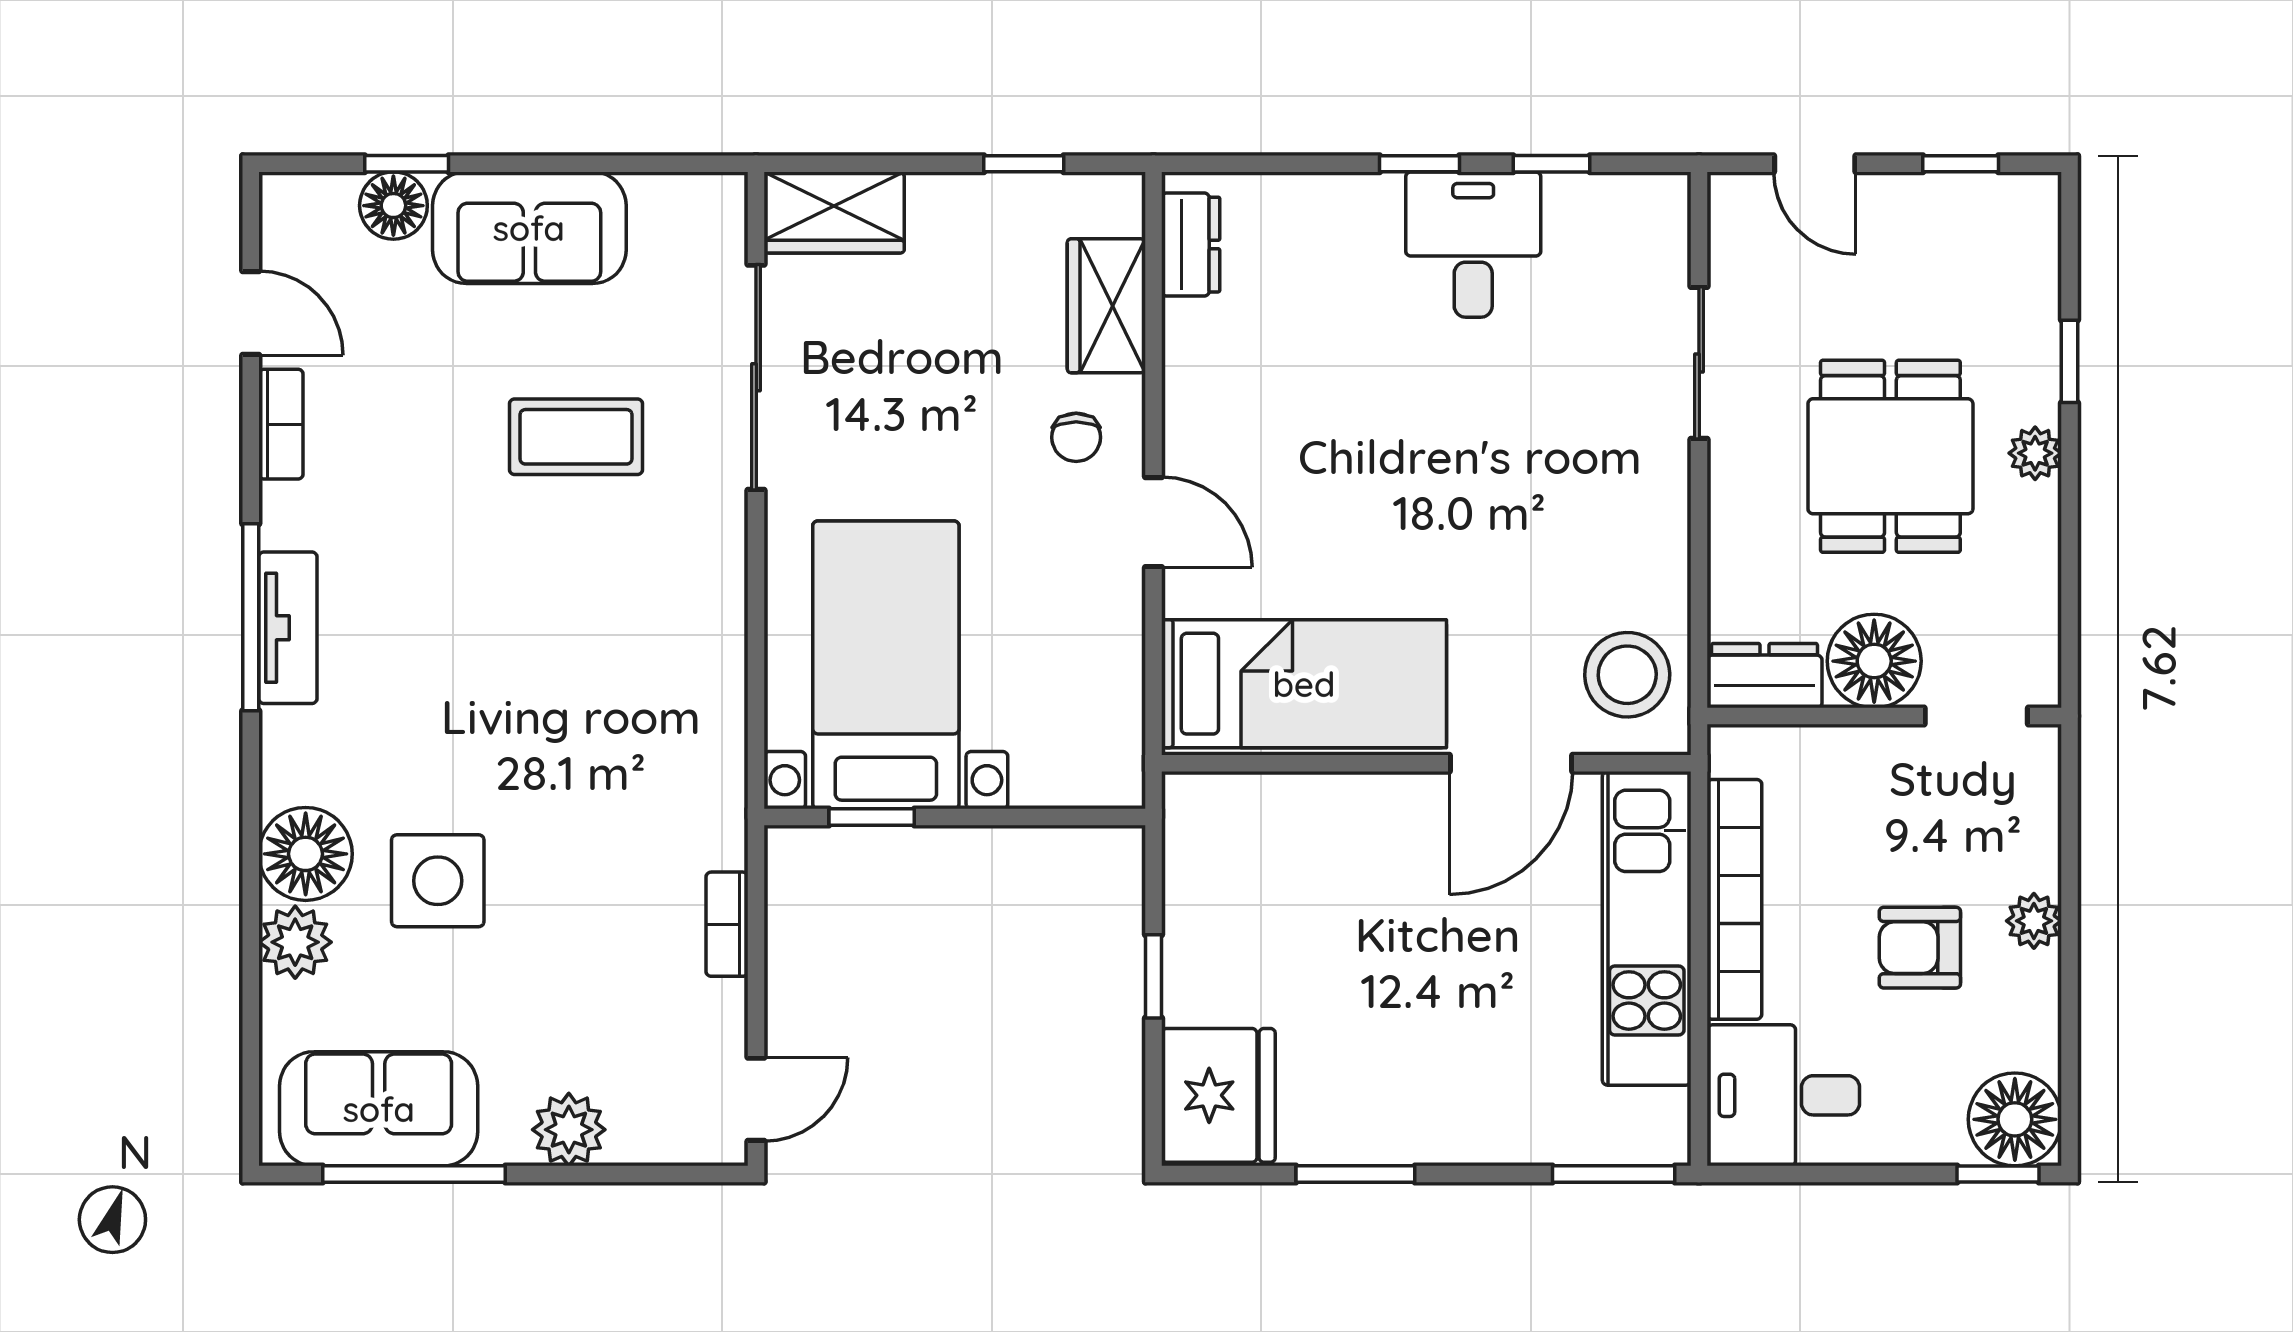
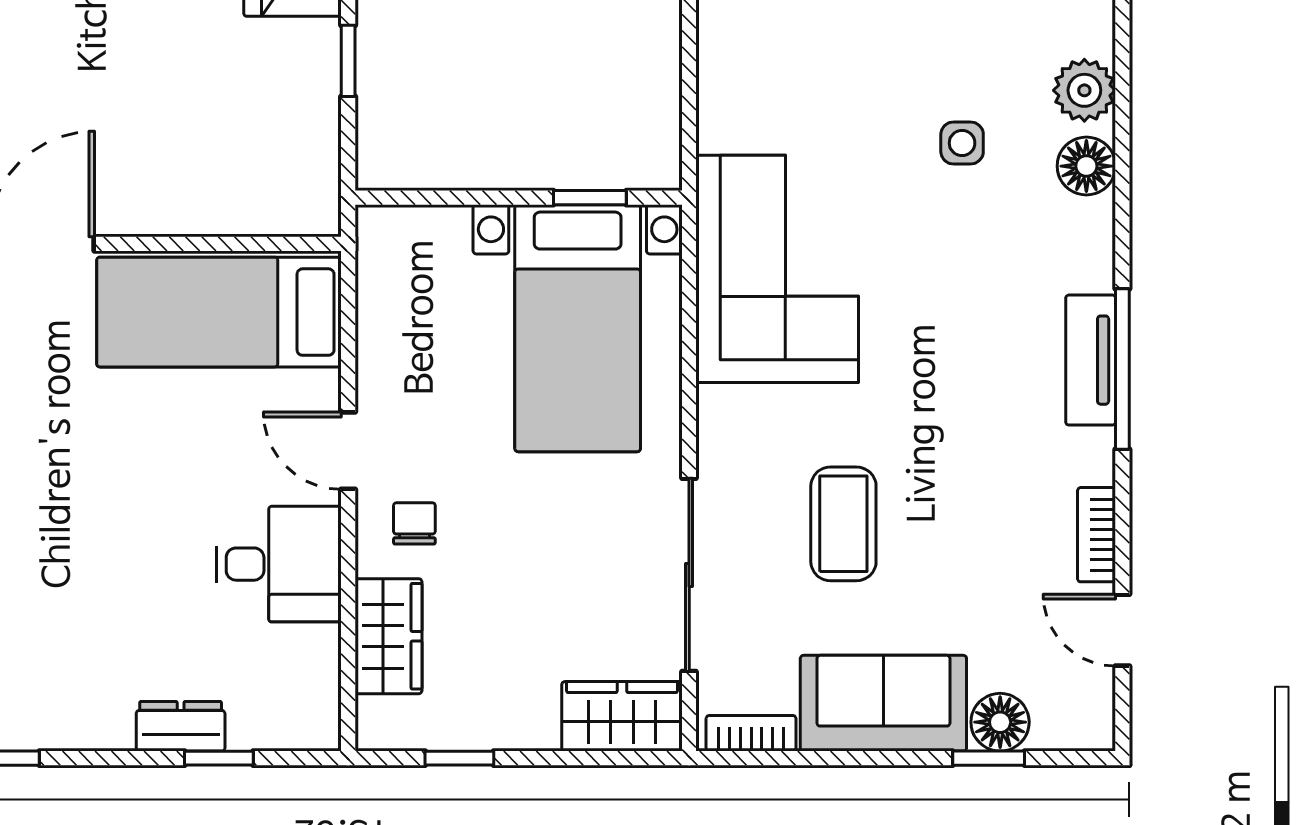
window: (1420, 164) -> (219, 758), moved
dresser: (1191, 245) -> (181, 726), moved, turned 90
desk: (1473, 245) -> (279, 564), moved, turned -90
coffee table: (576, 437) -> (843, 524), turned 90
corner sofa: (653, 734) -> (777, 269), added
floor lamp: (306, 854) -> (1086, 166), width x0.73, depth x0.73
side table: (438, 881) -> (962, 143), width x0.54, depth x0.54
bookcase: (727, 924) -> (751, 733), moved, turned -90

